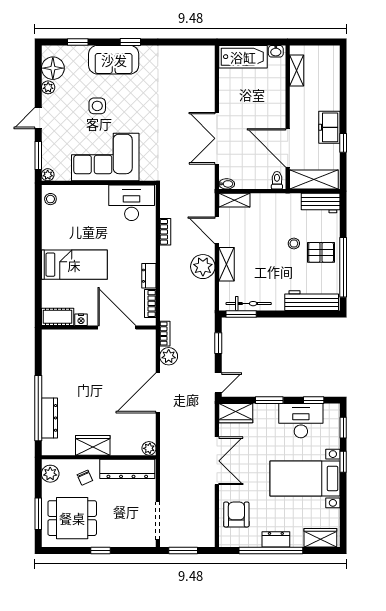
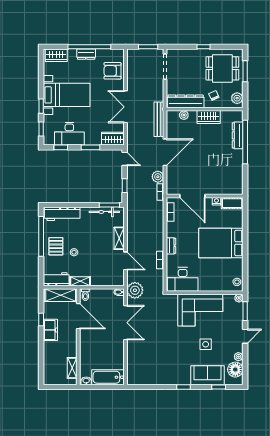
sofa: (114, 60) -> (207, 375), moved
shelving: (234, 200) -> (80, 281), moved
pallet: (321, 252) -> (56, 246), turned 90
bed: (74, 265) -> (221, 243), width x1.50
plant: (203, 267) -> (135, 290), moved
dresser: (149, 276) -> (171, 246), moved
door: (218, 383) -> (125, 159), swing flipped
bench: (167, 442) -> (159, 119), added
plant: (149, 448) -> (184, 115), moved
armchair: (236, 514) -> (113, 71), turned 90

